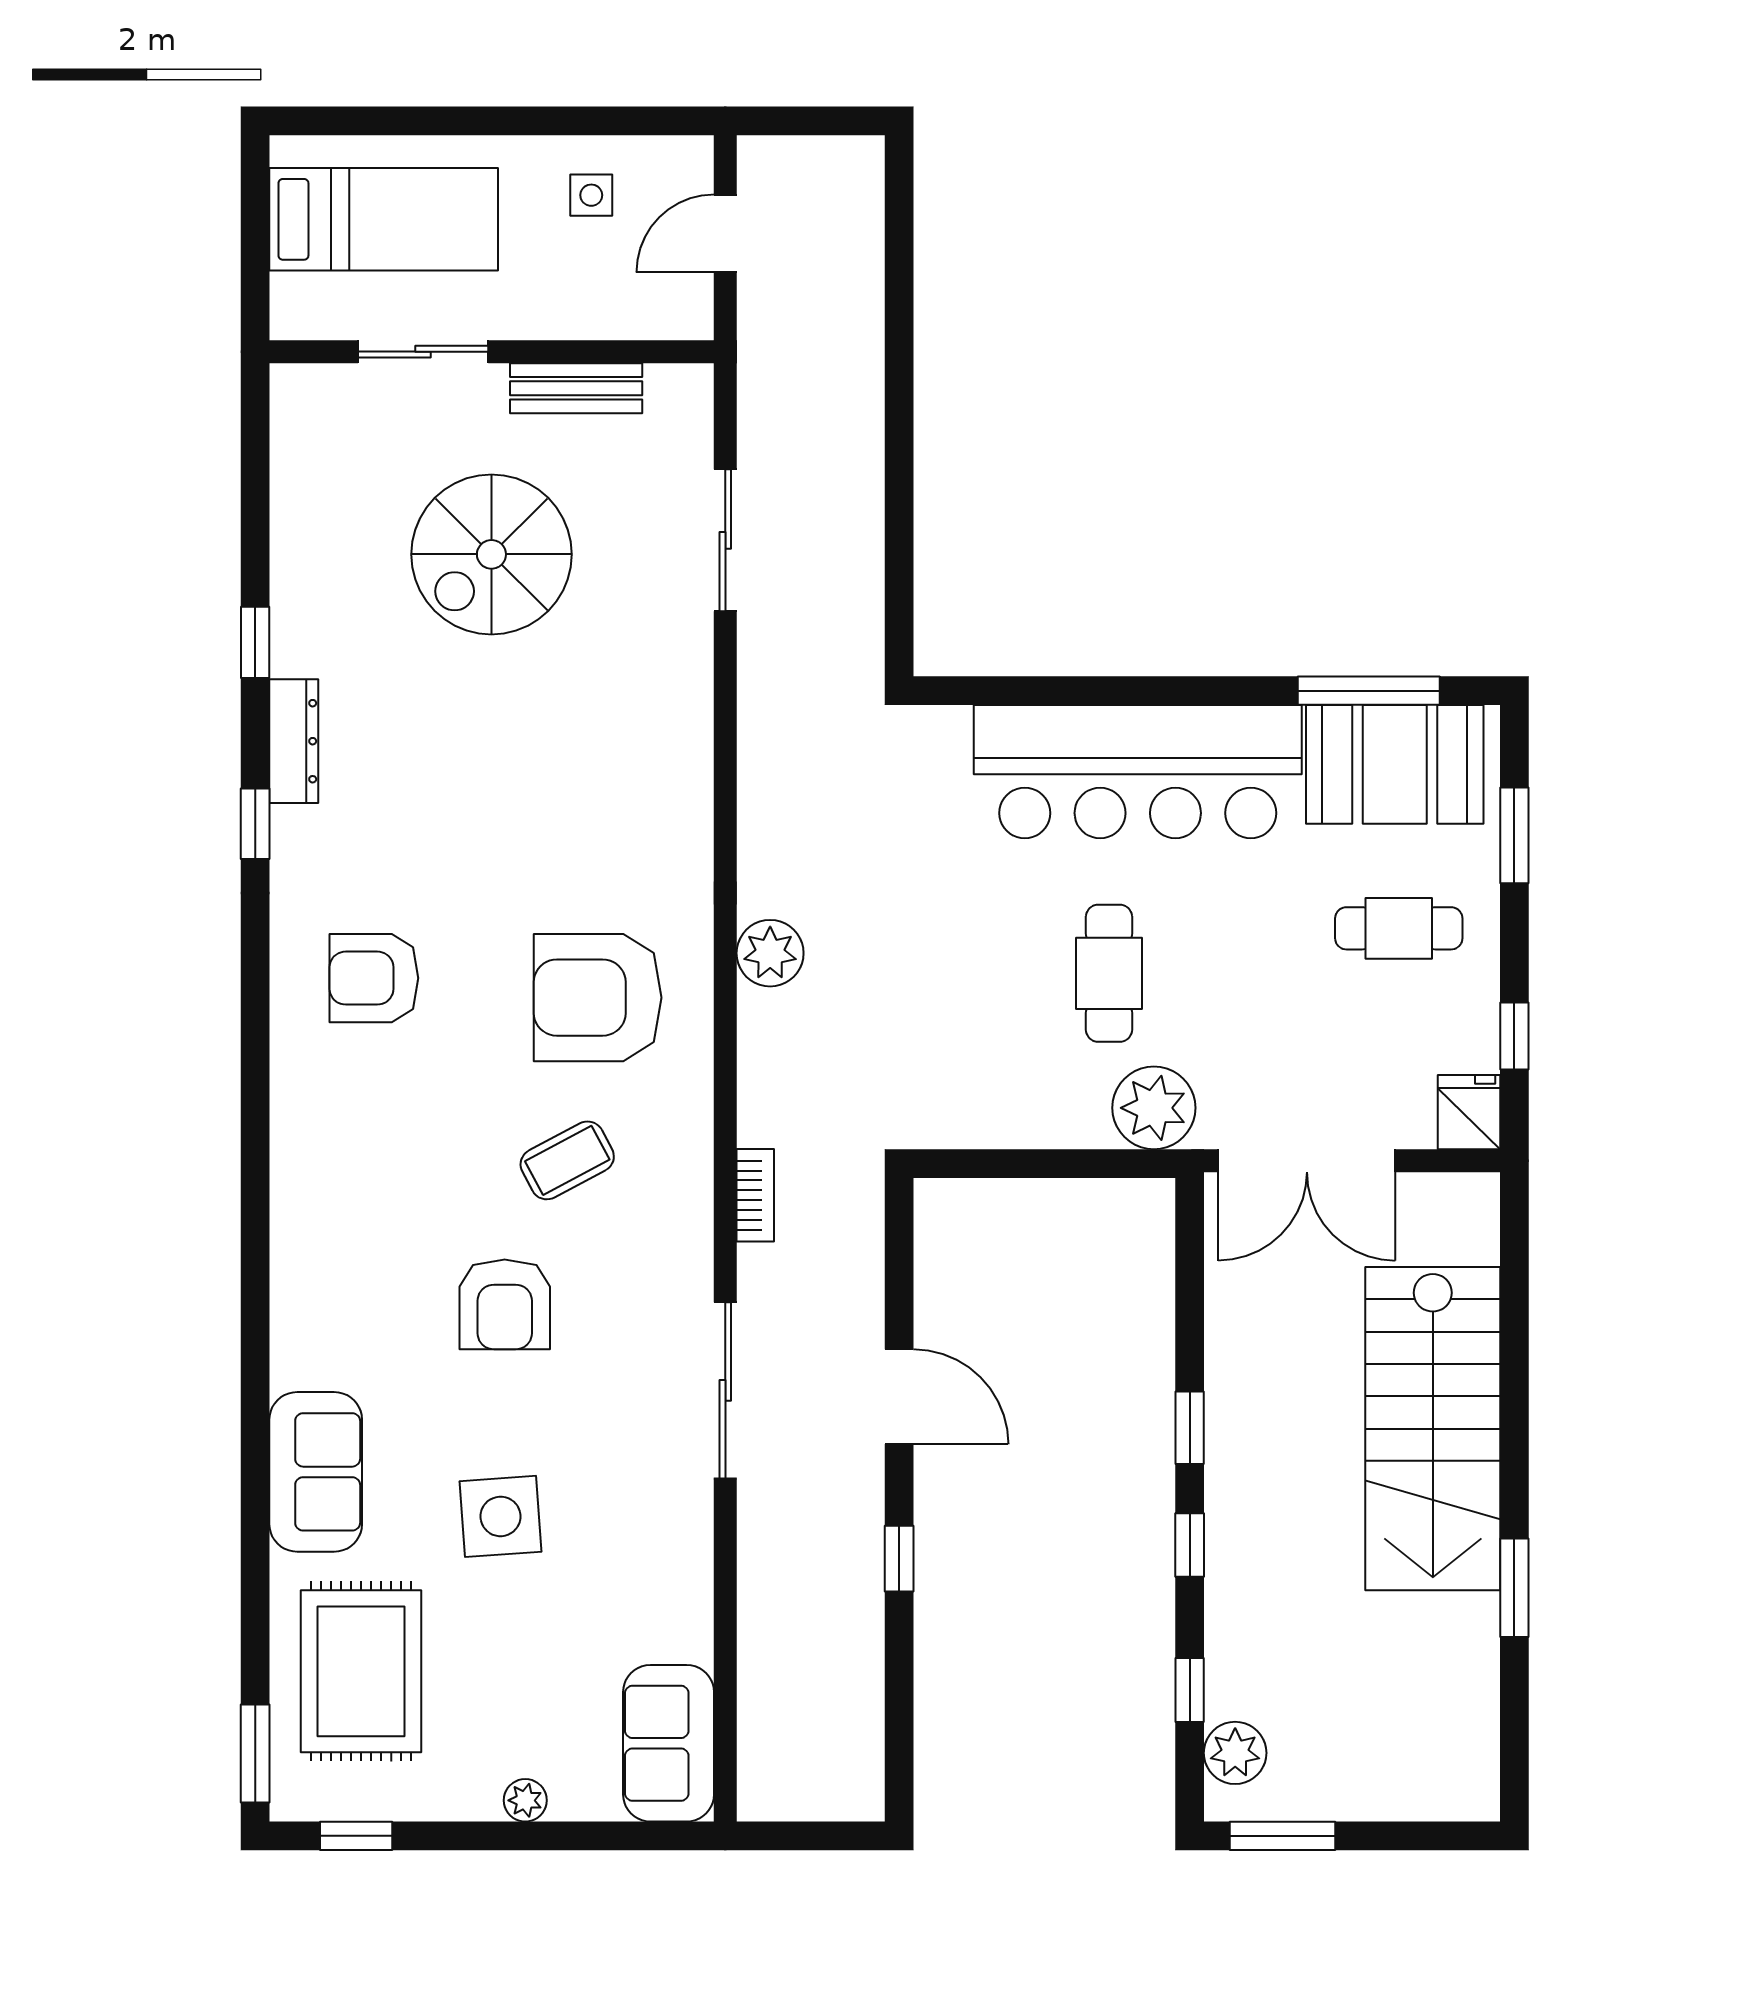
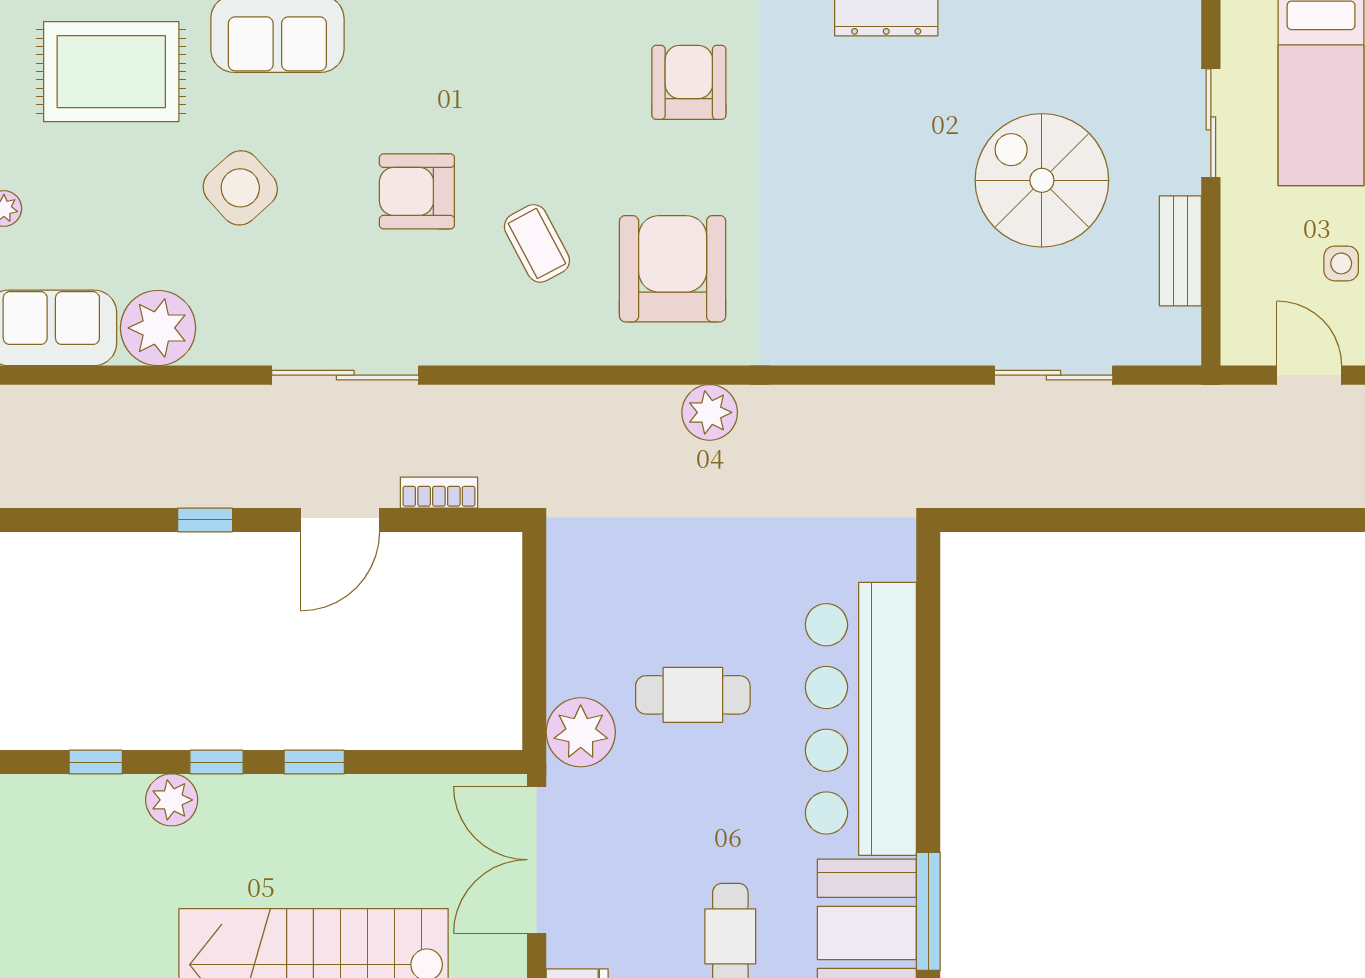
bookcase: (755, 1195) -> (439, 493), moved, turned 180
side table: (500, 1516) -> (240, 188), turned -38
plant: (669, 1615) -> (158, 328), added
plant: (1235, 1753) -> (172, 800), moved

